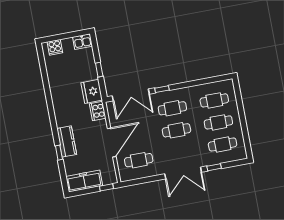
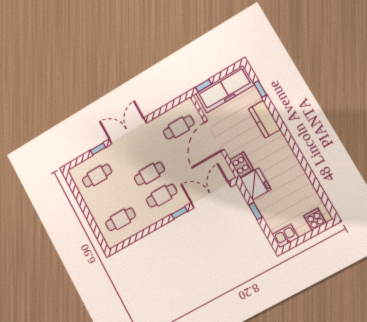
cafe table: (218, 122) -> (109, 197), removed
window: (59, 153) -> (260, 89), moved
freezer: (84, 181) -> (225, 89), width x1.36, depth x1.26

